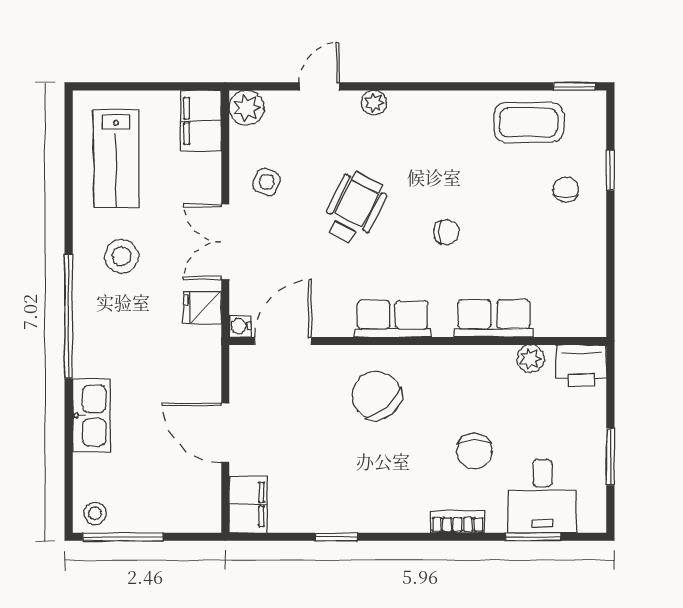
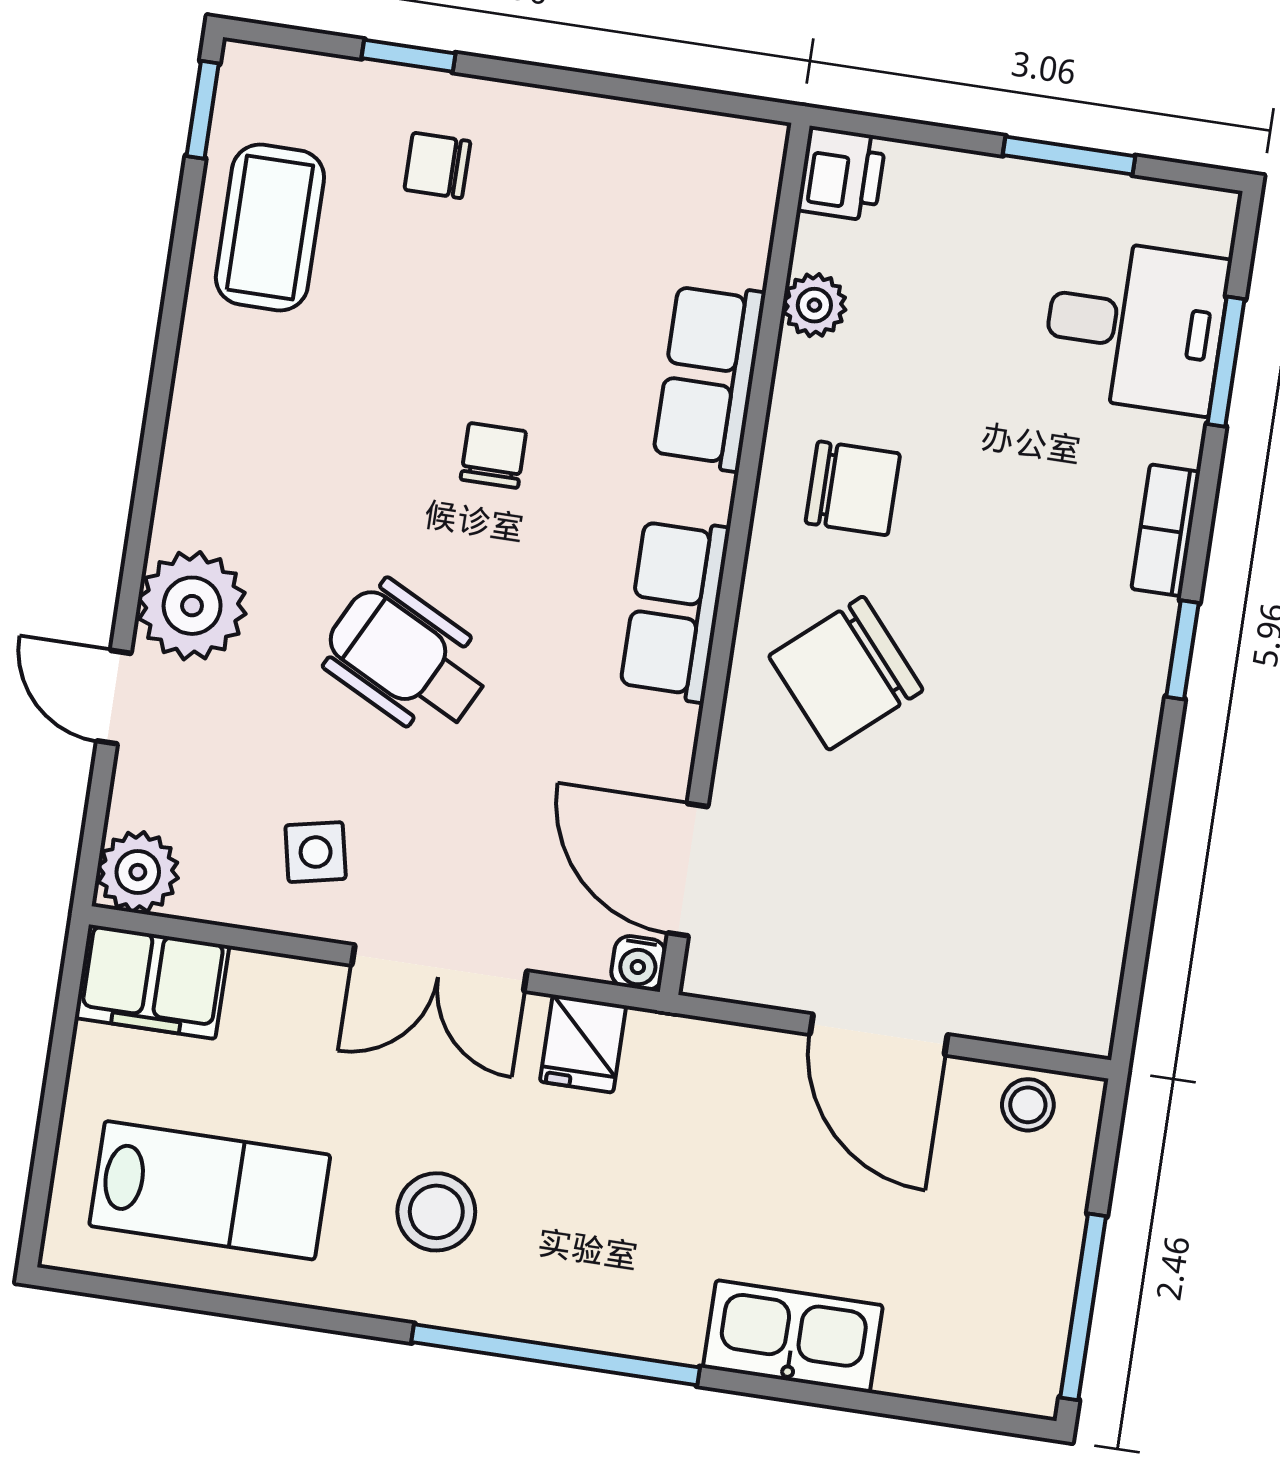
plant: (374, 103) -> (192, 606), width x1.87, depth x1.87
side table: (267, 182) -> (316, 852), turned -33
printer: (581, 366) -> (842, 174), width x0.73, depth x0.81
door: (225, 433) -> (879, 1034), hinge flipped
chair: (474, 451) -> (853, 488), moved
filing cabinet: (248, 504) -> (1052, 1007), removed
stool: (95, 513) -> (1028, 1105), moved
window: (336, 537) -> (1182, 650), moved

